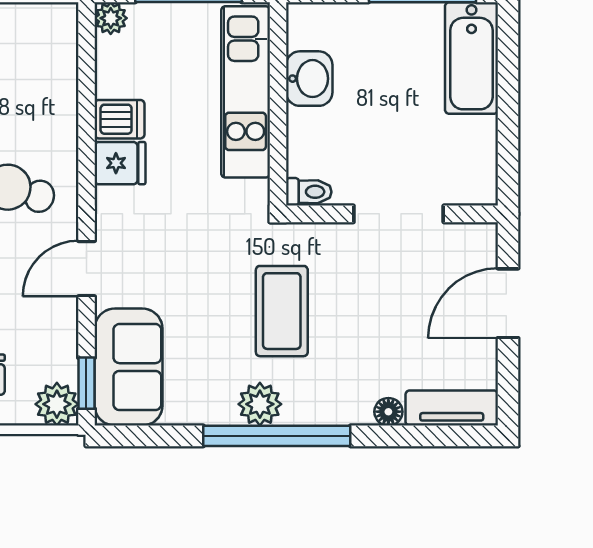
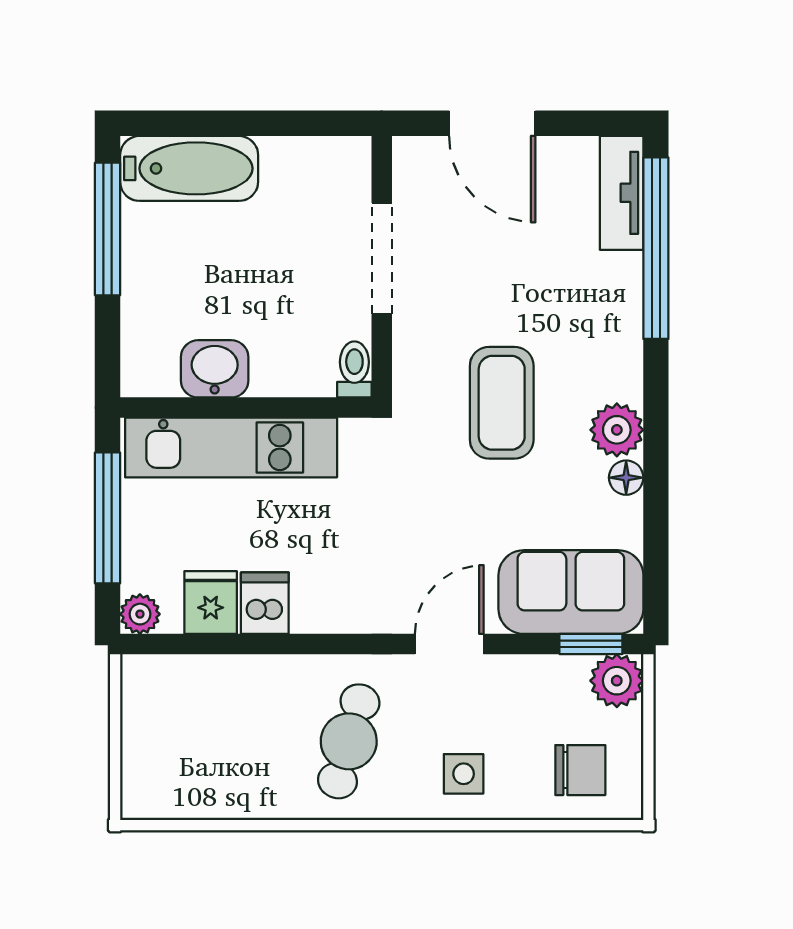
fridge: (120, 163) -> (211, 603), moved
door: (86, 269) -> (449, 644), swing flipped
coffee table: (282, 311) -> (502, 403), turned 90
floor lamp: (388, 412) -> (626, 478), moved
window: (277, 436) -> (656, 248), moved

